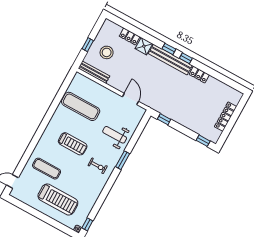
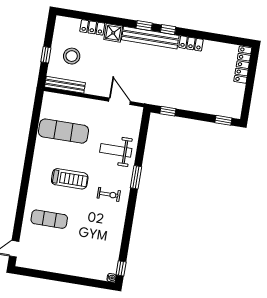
locker: (226, 117) -> (243, 65), moved
treadmill: (58, 199) -> (76, 251), removed

